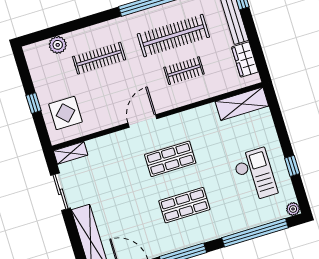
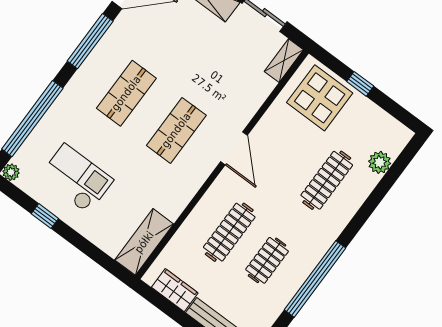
clothes rail: (173, 36) -> (267, 260), width x0.54, depth x0.76
clothes rail: (184, 71) -> (229, 232), width x1.36
display table: (65, 113) -> (320, 98), width x1.36, depth x1.36
checkout: (255, 175) -> (76, 179), turned 180

